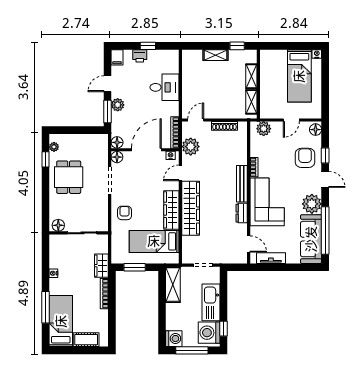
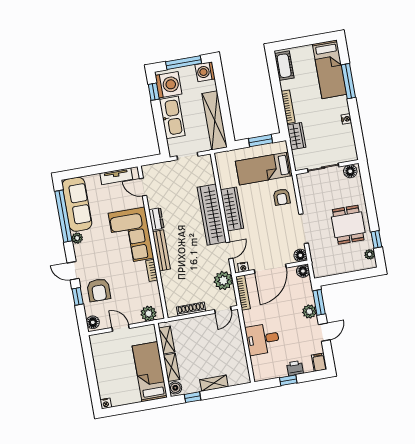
boiler: (251, 57) -> (175, 388), added
bed: (299, 76) -> (150, 372), moved
door: (291, 120) -> (121, 328), hinge flipped
plant: (312, 204) -> (77, 238), width x0.53, depth x0.53
bed: (154, 241) -> (264, 168), moved, turned 180
shelving: (173, 285) -> (215, 120), width x1.47
cot: (86, 340) -> (284, 66), moved, turned 90

